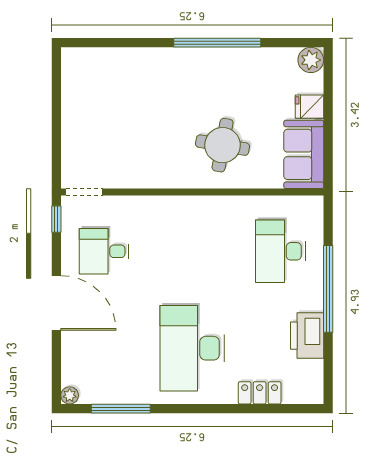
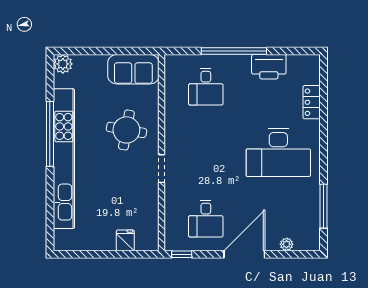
kitchen unit: (184, 61) -> (64, 159), added
fridge: (310, 107) -> (125, 240), moved, turned 180
doorway: (84, 192) -> (162, 169), moved
desk: (280, 251) -> (206, 87), width x0.73
plant: (70, 395) -> (287, 244), moved

